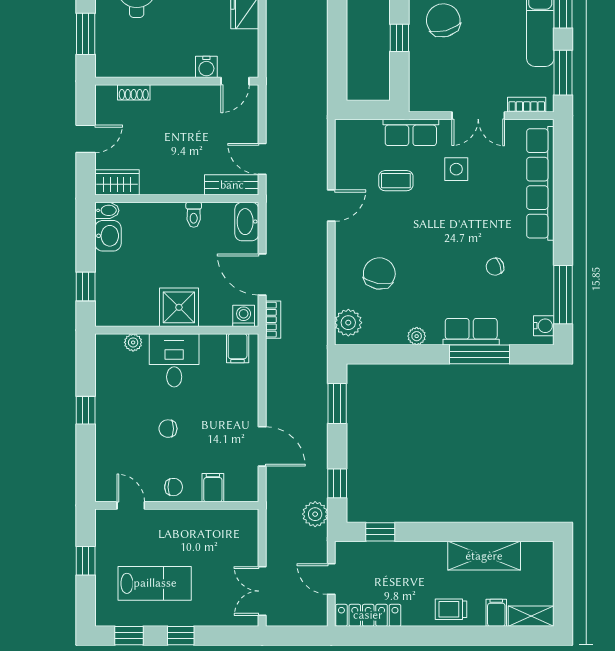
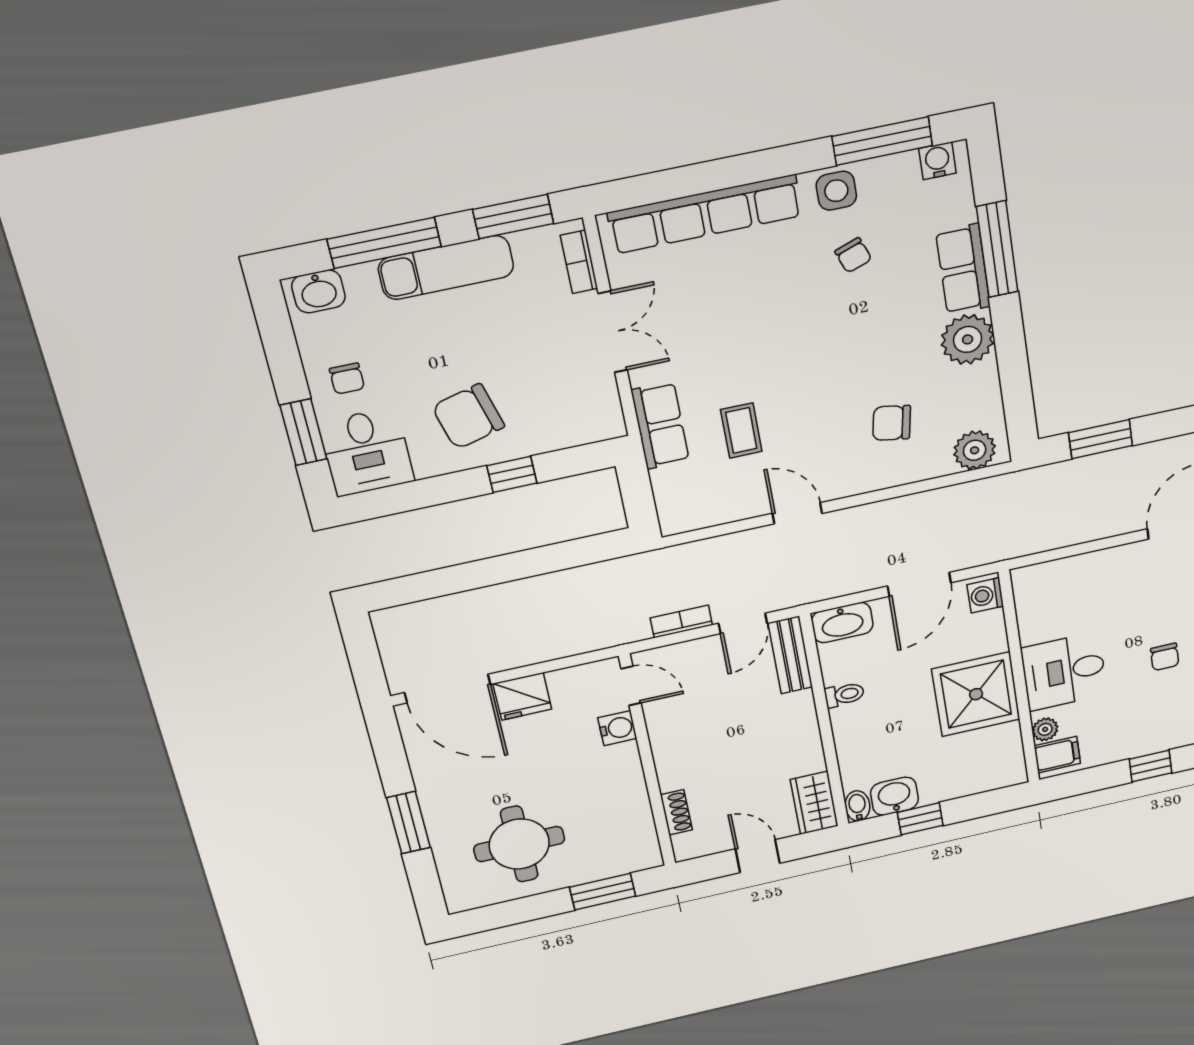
side table: (456, 169) -> (836, 191), moved
chair: (379, 274) -> (892, 423), width x0.73, depth x0.73
window: (86, 286) -> (920, 819), moved
shower: (179, 307) -> (976, 694), width x1.37, depth x1.37
bookcase: (273, 320) -> (681, 622), moved
plant: (417, 336) -> (968, 339), width x1.87, depth x1.87
filing cabinet: (238, 348) -> (1057, 755), moved

